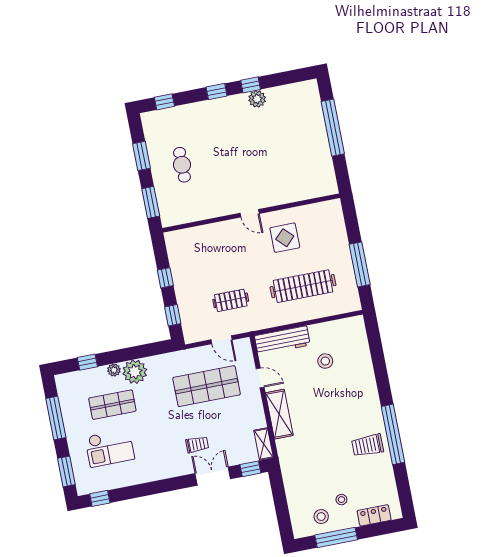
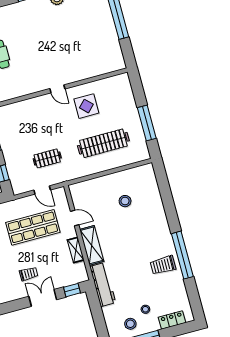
workbench: (282, 340) -> (103, 285), moved, turned -90
shelving: (264, 444) -> (76, 250), moved

